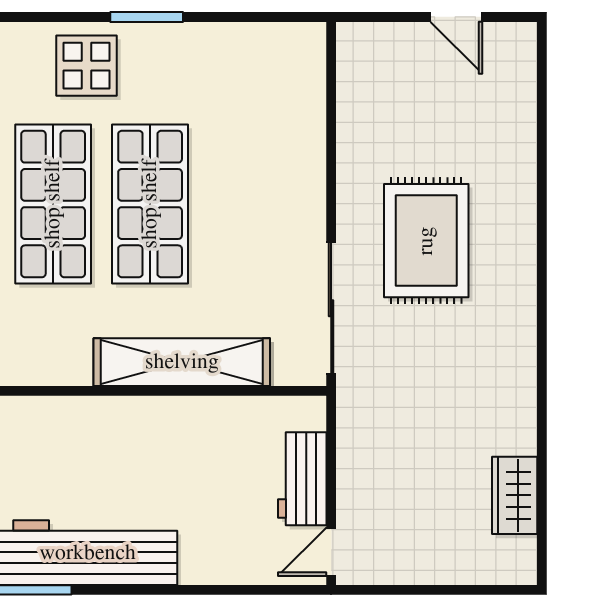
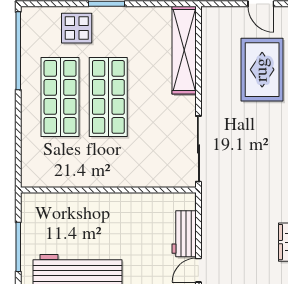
rug: (426, 241) -> (262, 70), moved
shelving: (182, 362) -> (184, 50), moved, turned 90

